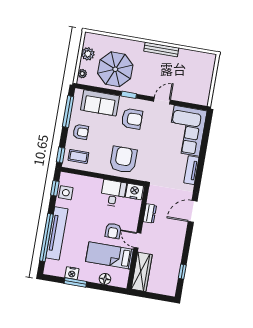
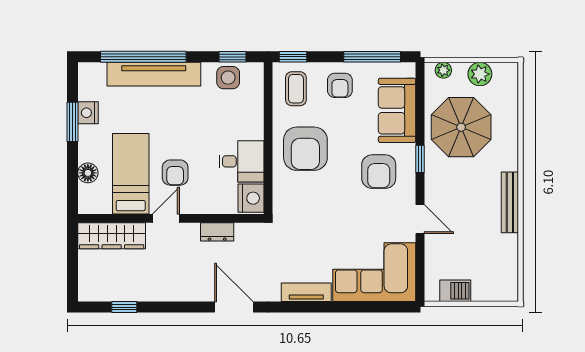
barbecue: (205, 88) -> (455, 291), added
armchair: (123, 160) -> (305, 149), moved, turned 90
armchair: (113, 231) -> (175, 173), turned -90

